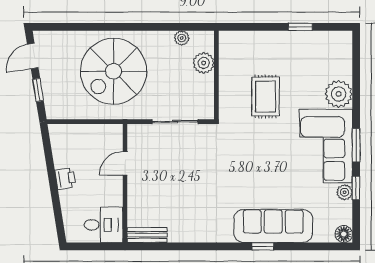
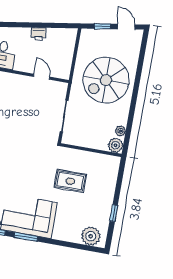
plant: (204, 63) -> (115, 145), moved
spiral stairs: (113, 71) -> (106, 80), turned -90
plant: (339, 94) -> (91, 236), moved

